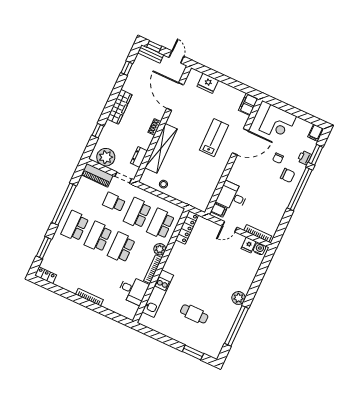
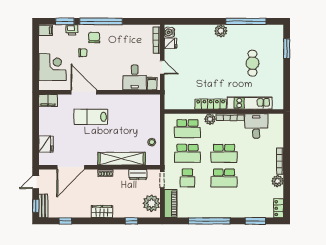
wardrobe: (120, 107) -> (102, 212), width x0.67
school desk: (75, 226) -> (224, 203), removed
locker: (187, 227) -> (211, 104), moved
plant: (72, 286) -> (278, 181), added

